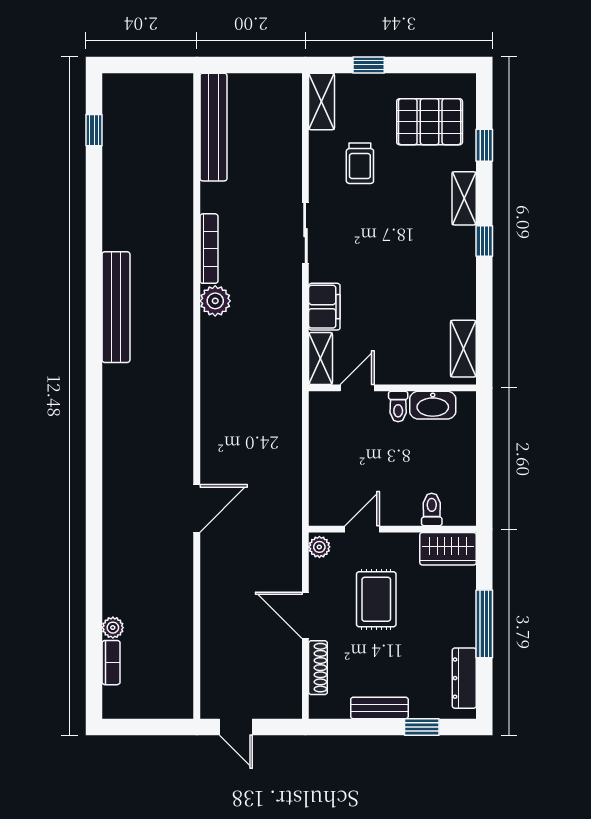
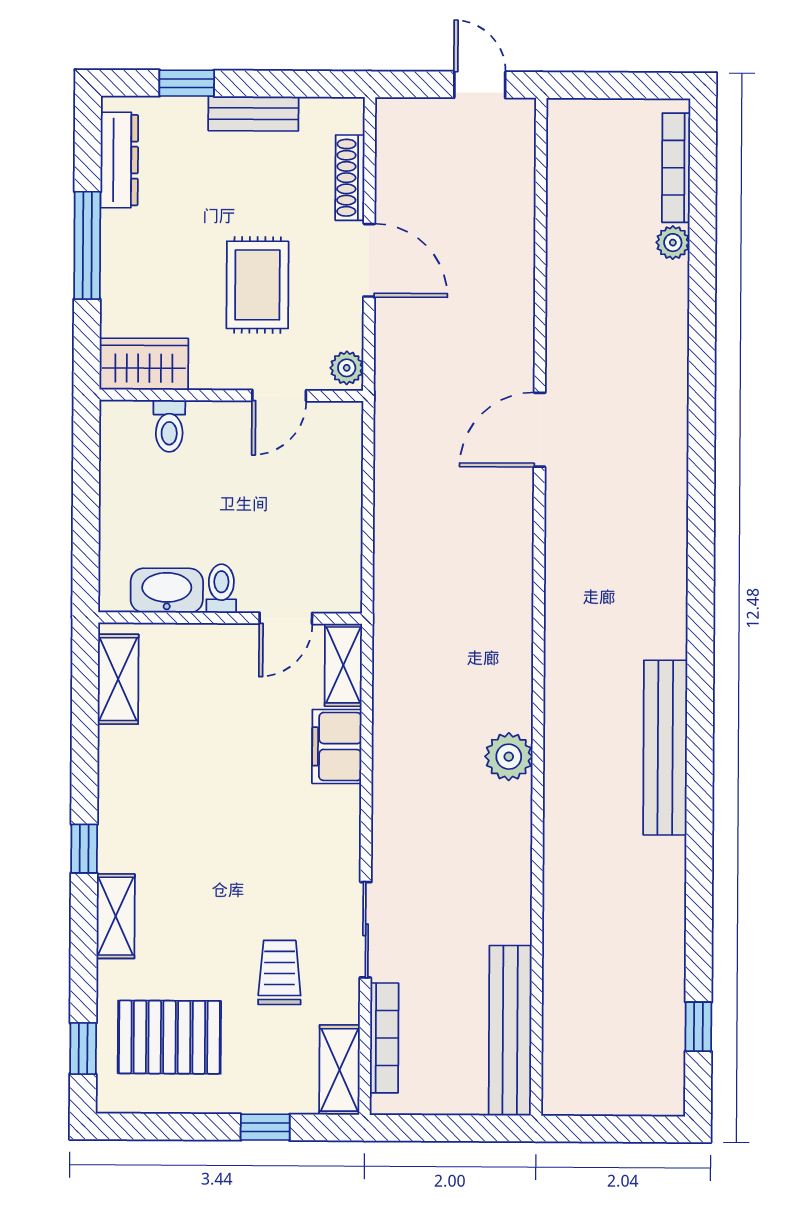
window: (484, 145) -> (83, 1048), moved
sliding door: (305, 233) -> (366, 930), moved
bookcase: (209, 249) -> (384, 1038), moved, turned 180
bookcase: (111, 663) -> (676, 168), width x1.56

